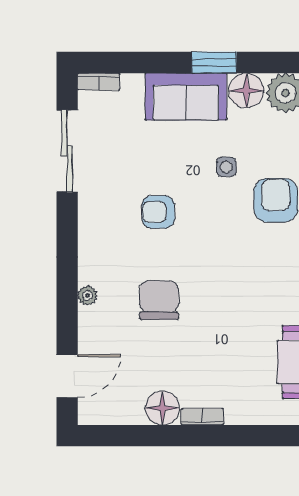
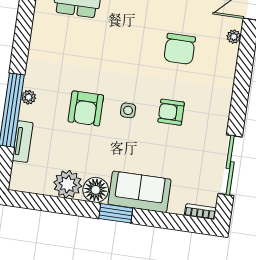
side table: (226, 167) -> (128, 110), moved
armchair: (158, 212) -> (171, 112), turned 180
plant: (87, 296) -> (234, 37), moved

